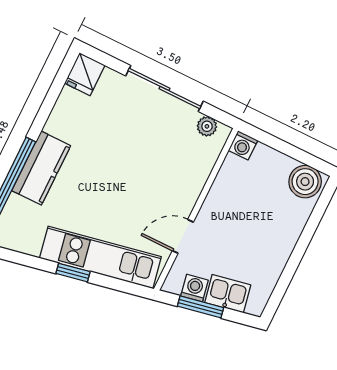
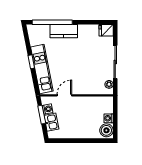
washing machine: (243, 145) -> (109, 118), moved
door: (183, 236) -> (64, 95), hinge flipped

